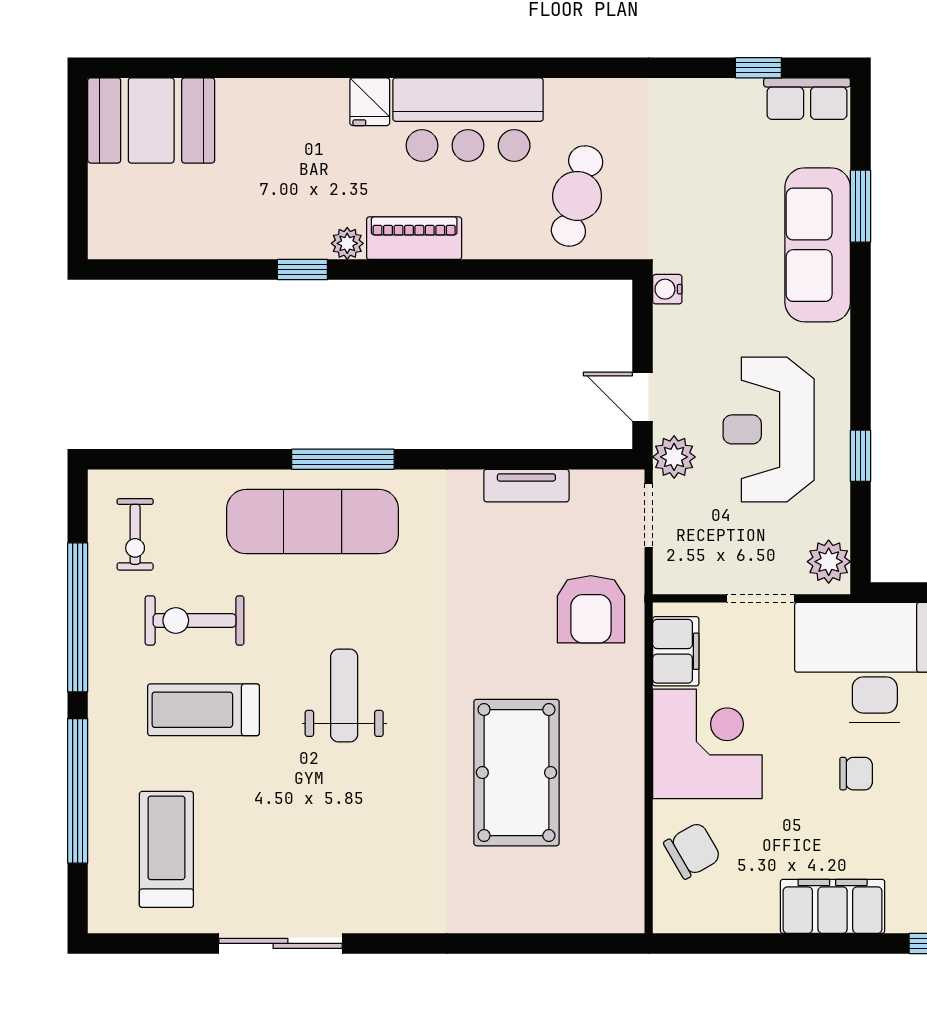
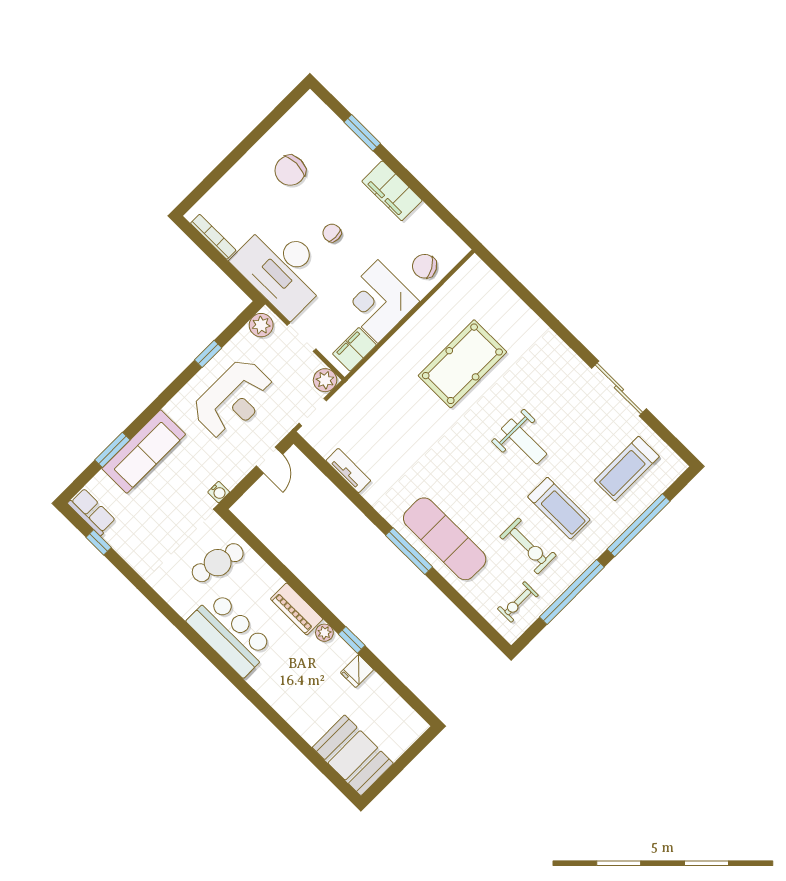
fridge: (370, 102) -> (357, 671), moved, turned 180
plant: (674, 457) -> (325, 380), moved
exercise bike: (135, 534) -> (518, 602), turned 180
armchair: (591, 609) -> (371, 398), removed
weight bench: (344, 696) -> (524, 441), moved, turned -90

